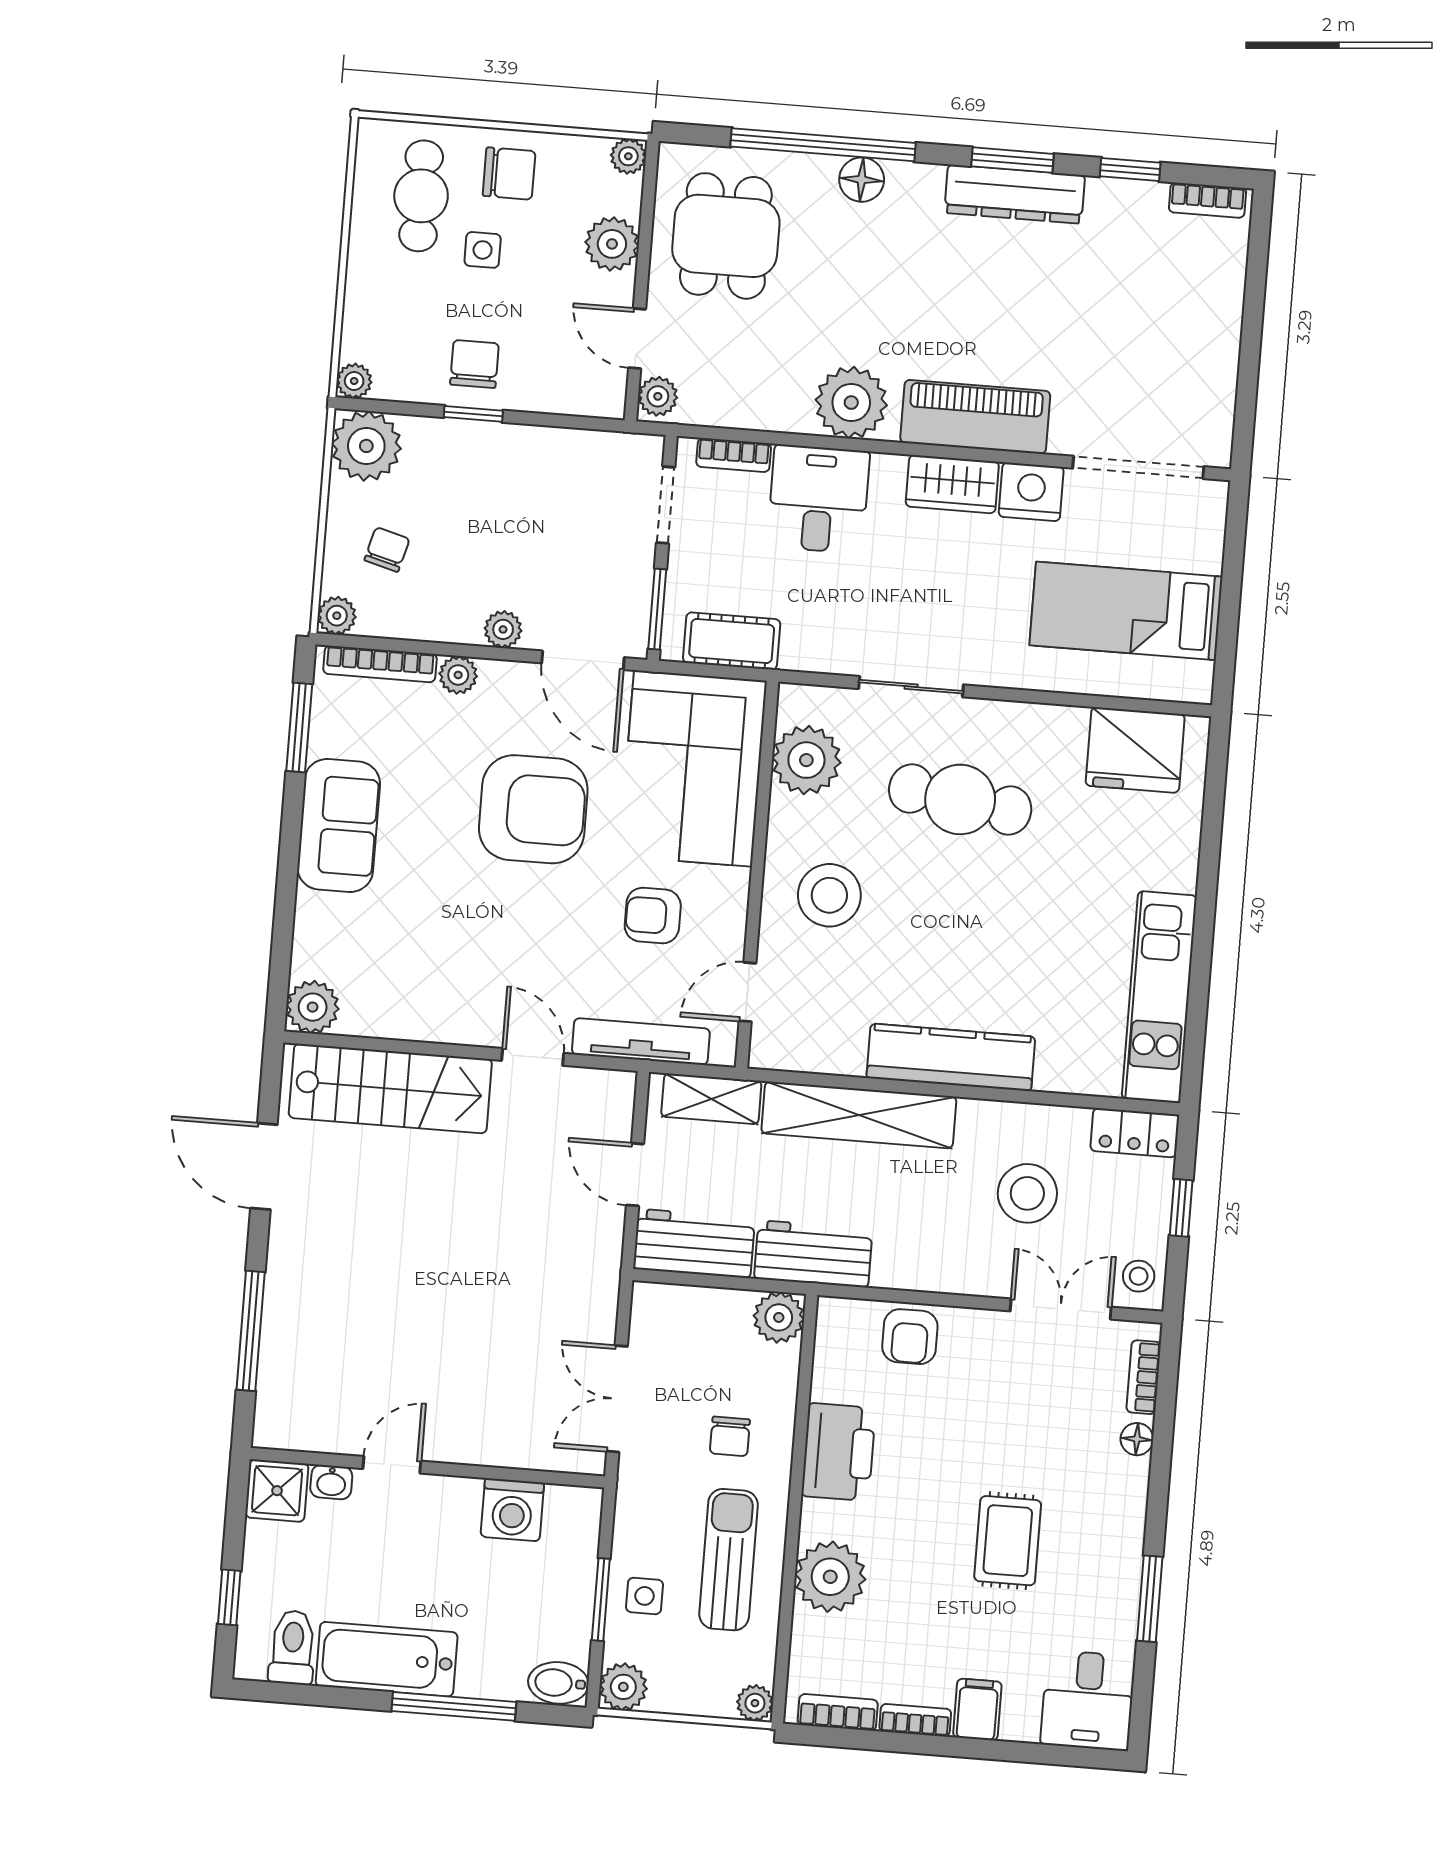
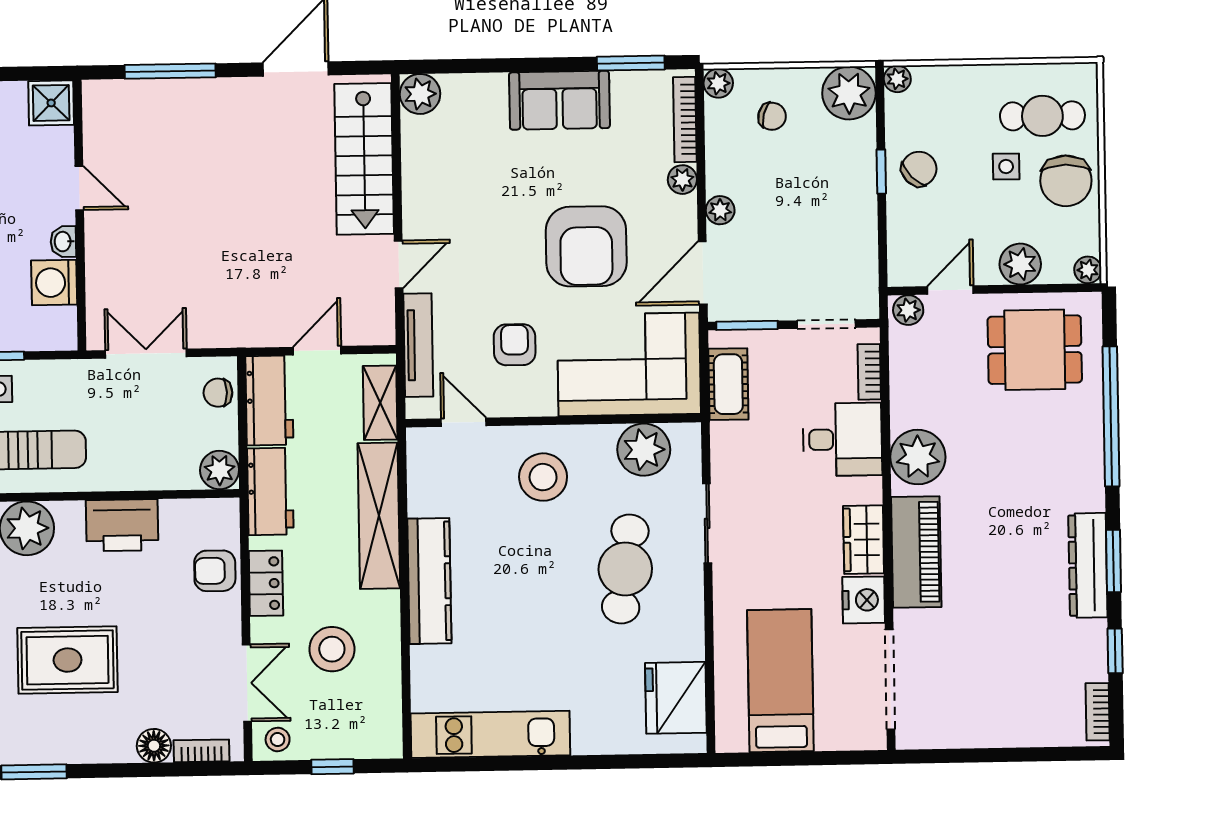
chair: (509, 174) -> (1066, 181), width x1.37, depth x1.37
floor lamp: (862, 180) -> (1087, 448), removed
chair: (474, 364) -> (919, 169), turned -44
locker: (1135, 1133) -> (266, 583), moved, turned 180
chair: (730, 1436) -> (218, 393), moved
floor lamp: (1137, 1439) -> (154, 746), width x1.37, depth x1.37
washbasin: (331, 1482) -> (63, 242), moved
rug: (1008, 1541) -> (68, 660), width x1.36, depth x1.43

